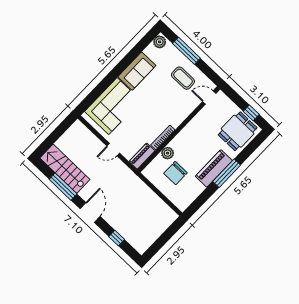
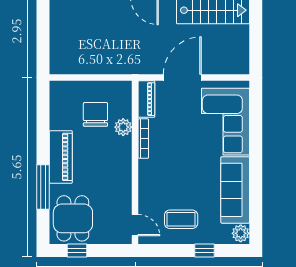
window: (186, 51) -> (204, 251), width x0.46
sofa: (137, 71) -> (235, 190), width x1.36
door: (209, 97) -> (135, 225), hinge flipped
door: (113, 150) -> (182, 77), width x1.88
window: (227, 173) -> (43, 187), moved

